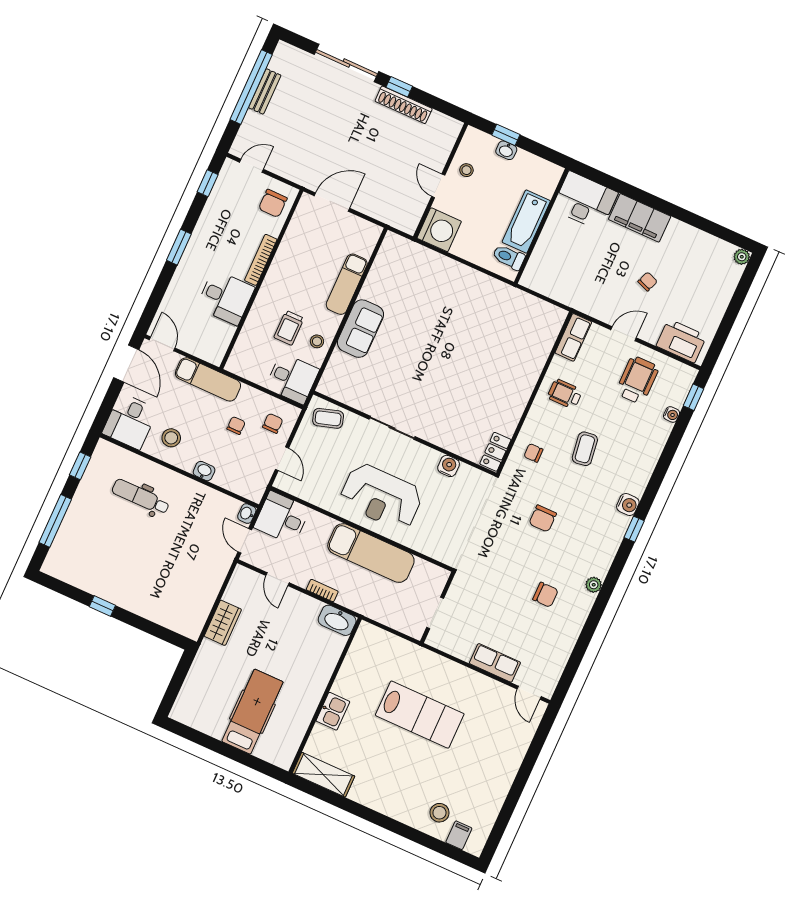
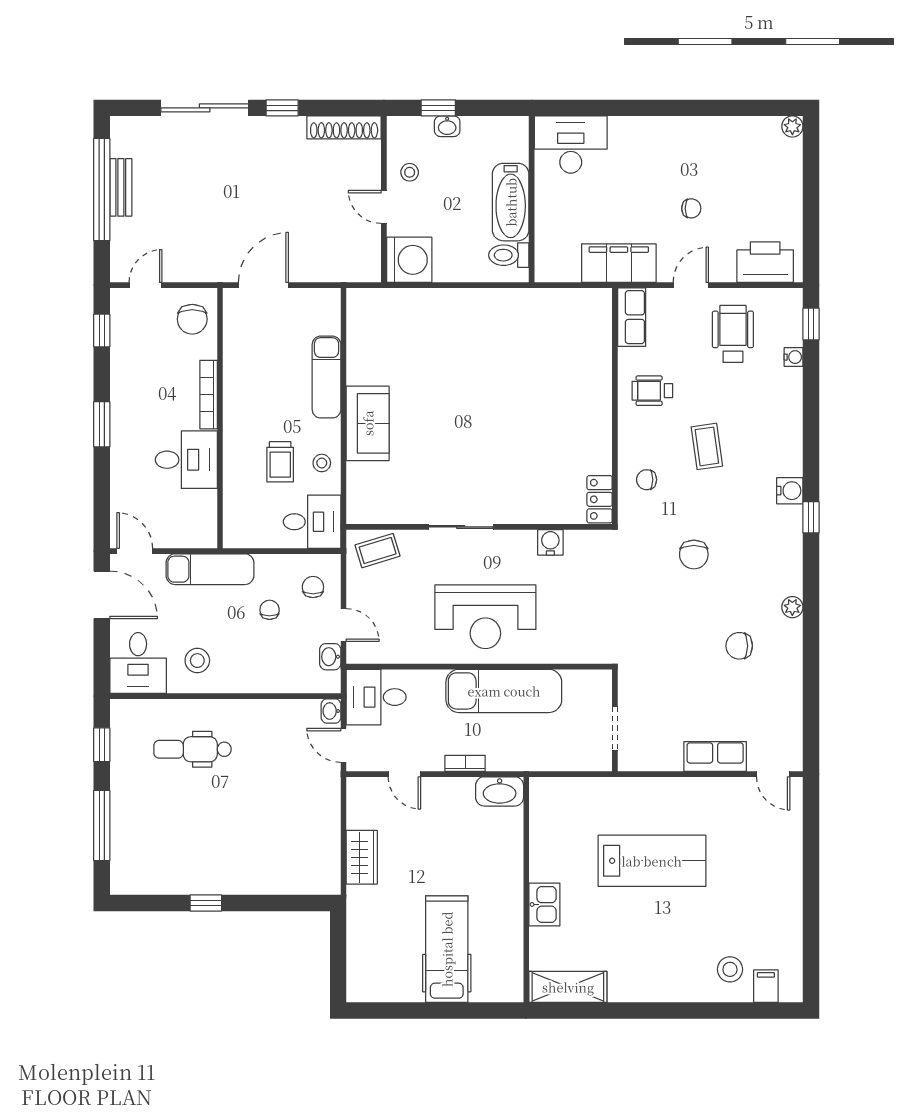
shoe rack: (404, 105) -> (344, 127), moved
filing cabinet: (640, 218) -> (619, 263), moved, turned 180
chair: (648, 281) -> (691, 208), turned 69
washbasin: (204, 471) -> (330, 657), moved, turned -90
chair: (545, 595) -> (739, 646), turned 180

